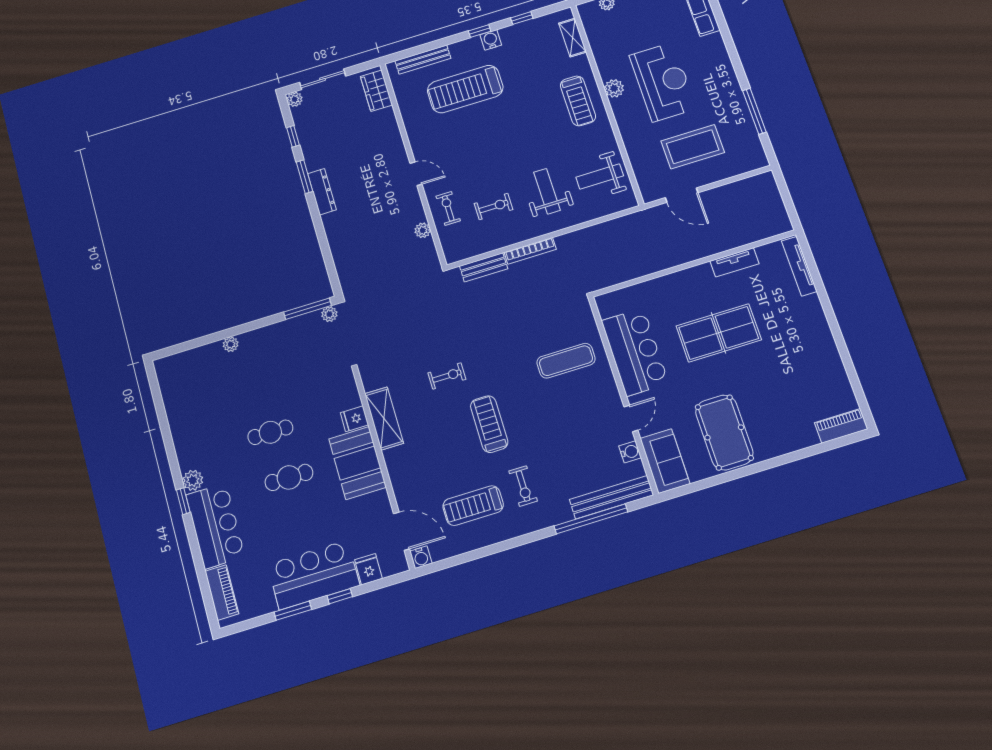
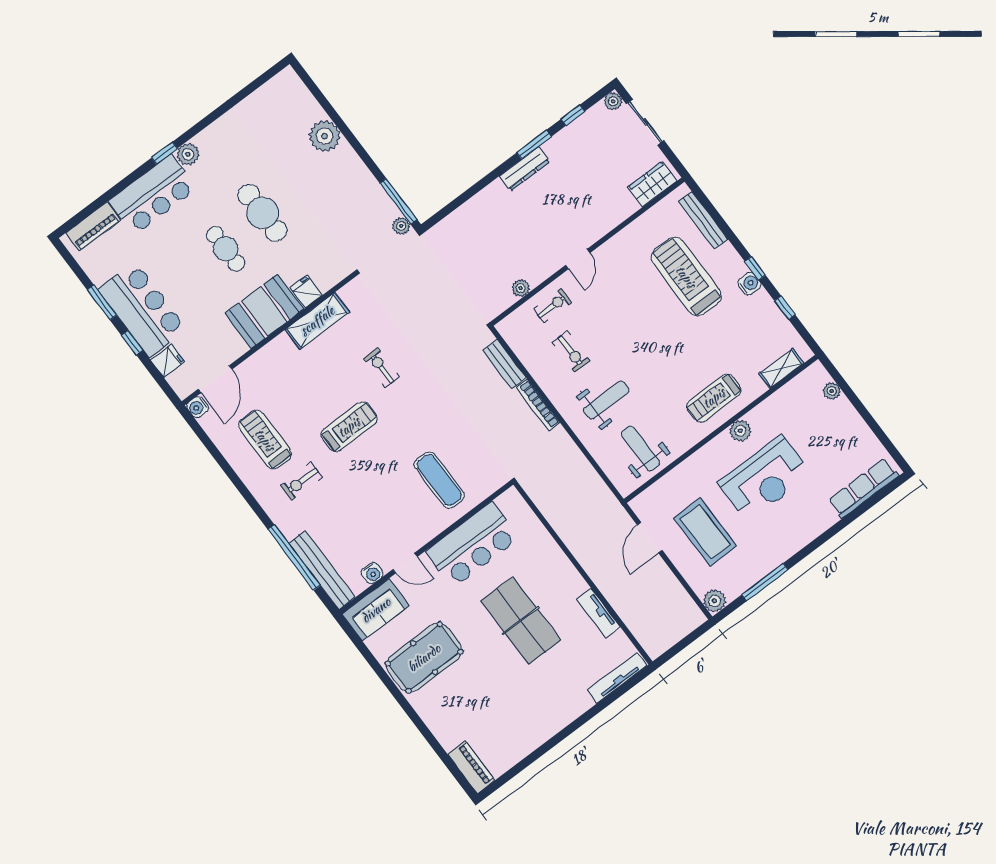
plant: (757, 159) -> (715, 601), added
plant: (231, 344) -> (325, 136), width x1.87, depth x1.87
exercise bike: (447, 376) -> (381, 368), turned 180
cafe table: (270, 432) -> (262, 213), width x1.37, depth x1.35

